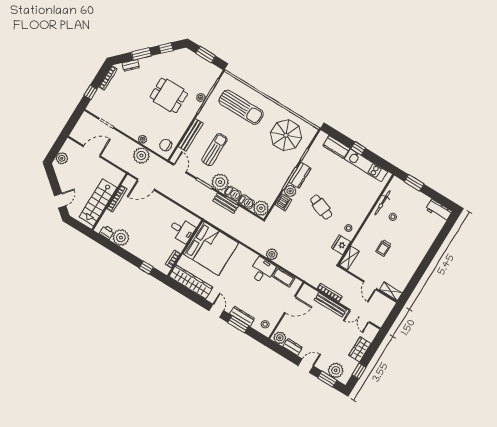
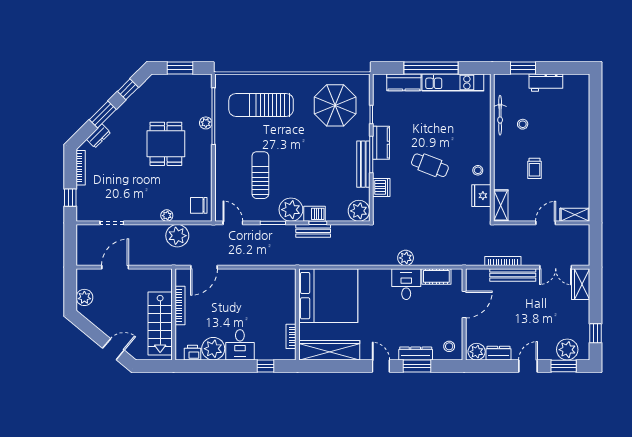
dining table: (169, 95) -> (166, 144), turned 90
sun lounger: (241, 107) -> (261, 105), turned 180
bench: (191, 135) -> (363, 164), moved
window: (358, 148) -> (431, 68), width x3.17
plant: (290, 191) -> (381, 169), removed
door: (60, 201) -> (113, 349), hinge flipped
barbecue: (246, 202) -> (337, 214), removed
workbench: (439, 210) -> (546, 83), moved
desk: (182, 230) -> (240, 345), moved, turned 90
door: (370, 285) -> (546, 223), swing flipped
wardrobe: (360, 349) -> (581, 284), moved

